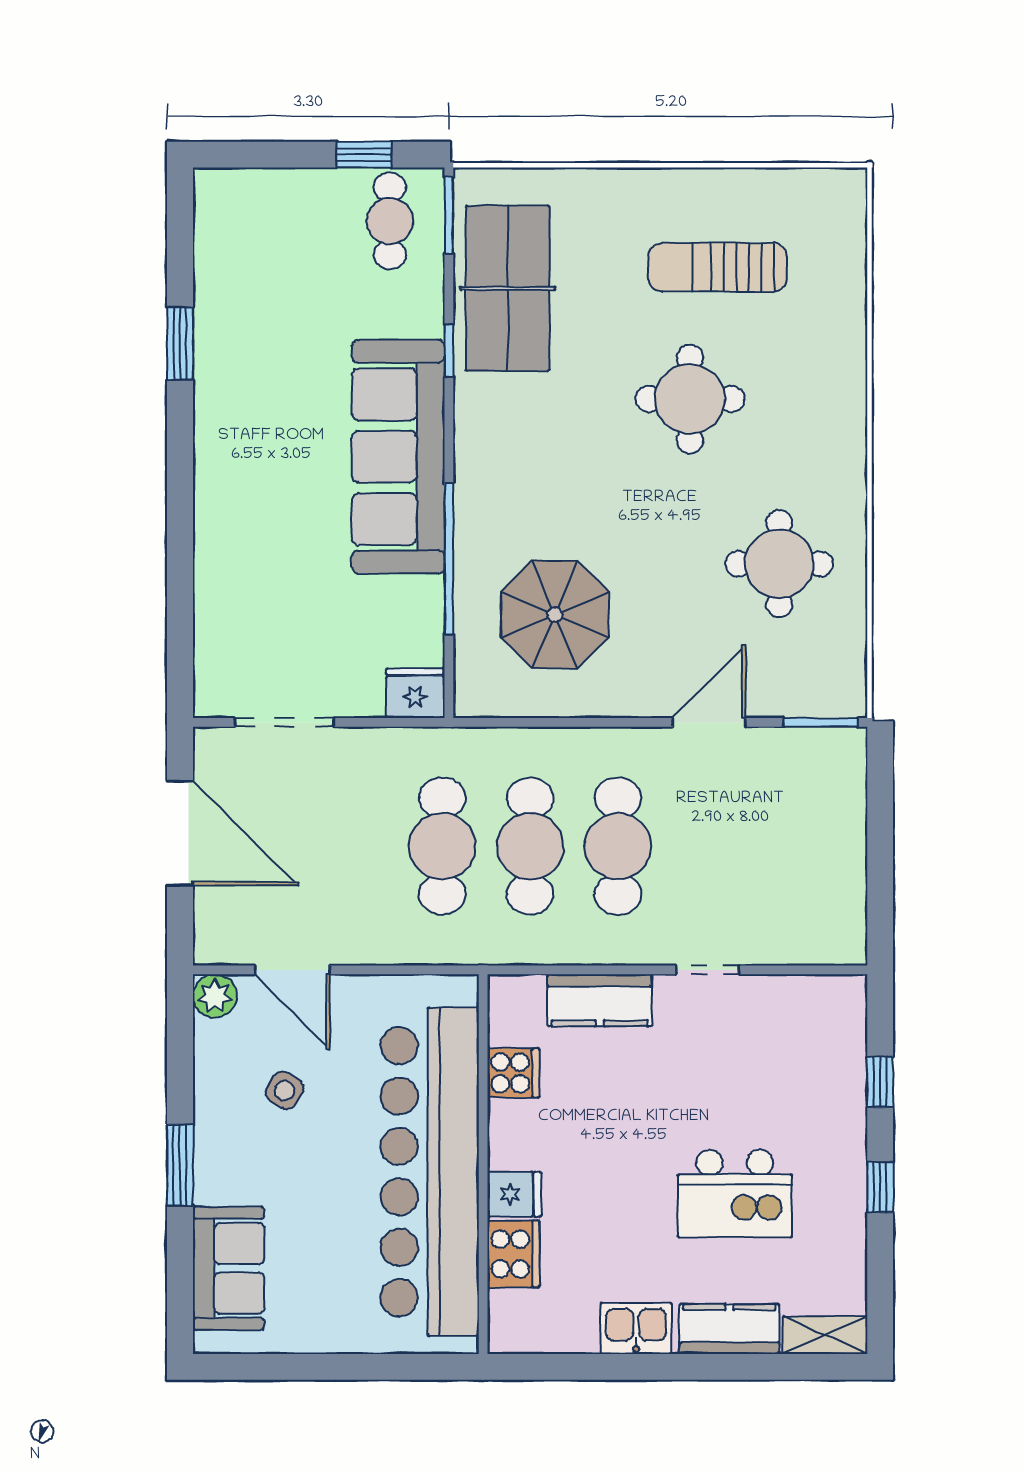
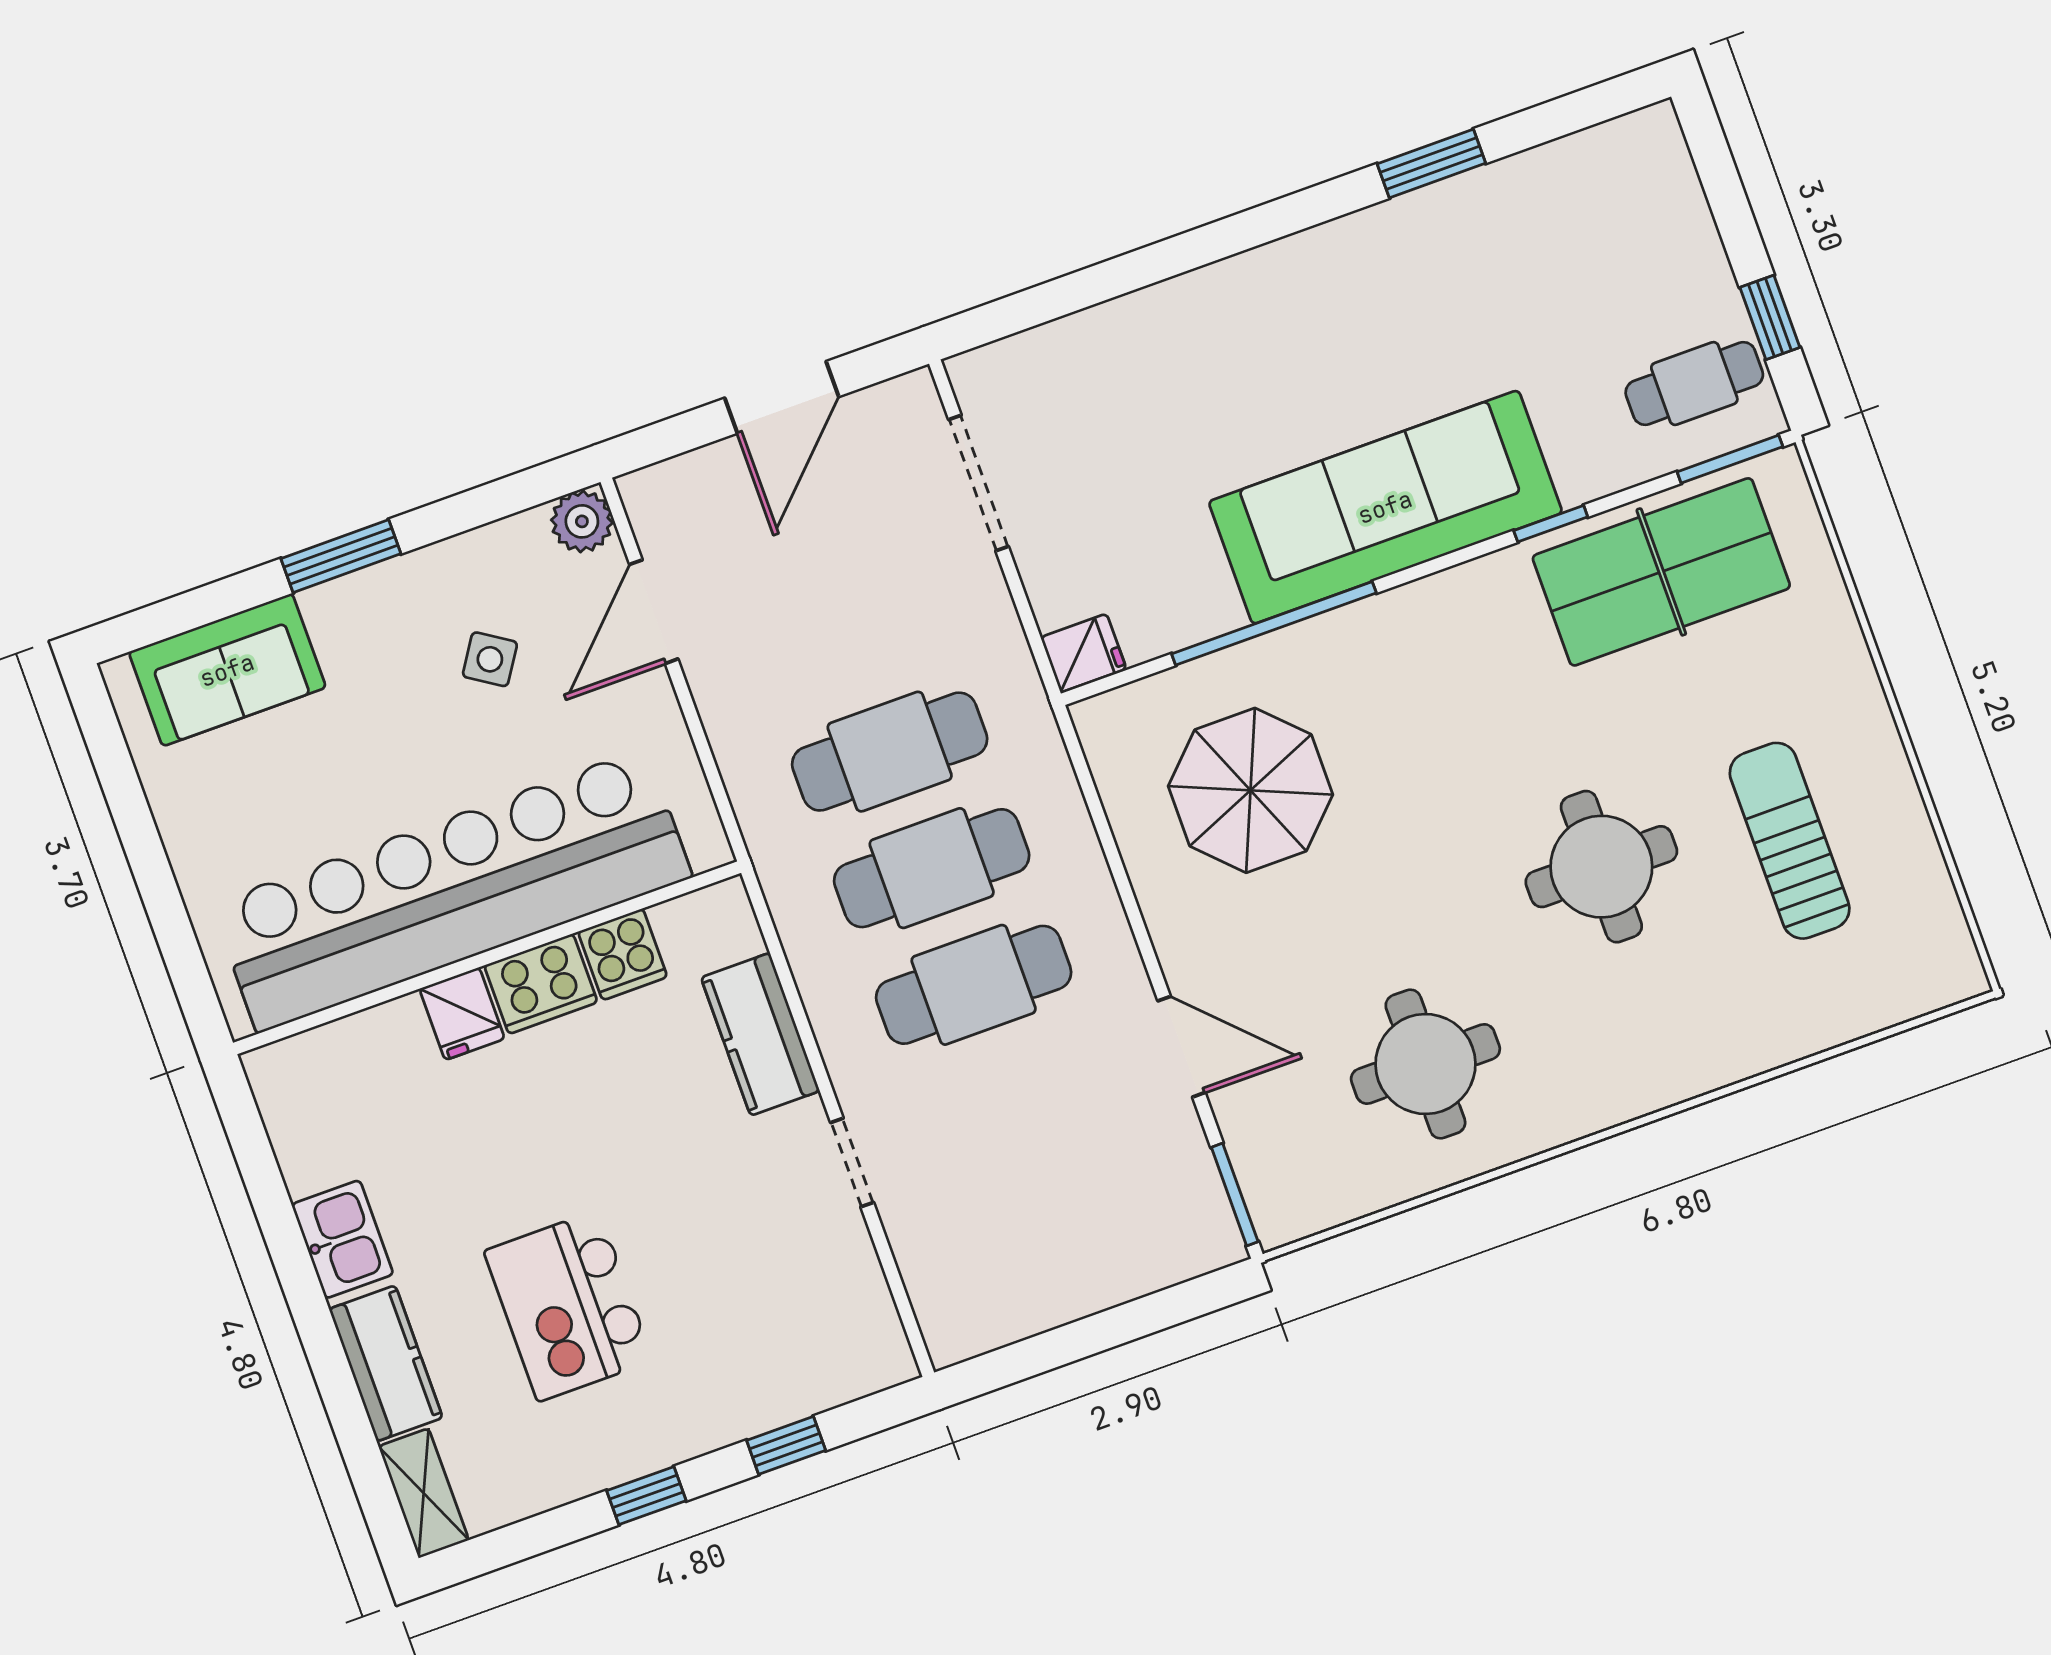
fridge: (415, 693) -> (1084, 653), width x0.72
door: (180, 833) -> (782, 397), width x0.73
cooker: (513, 1254) -> (541, 984), moved

